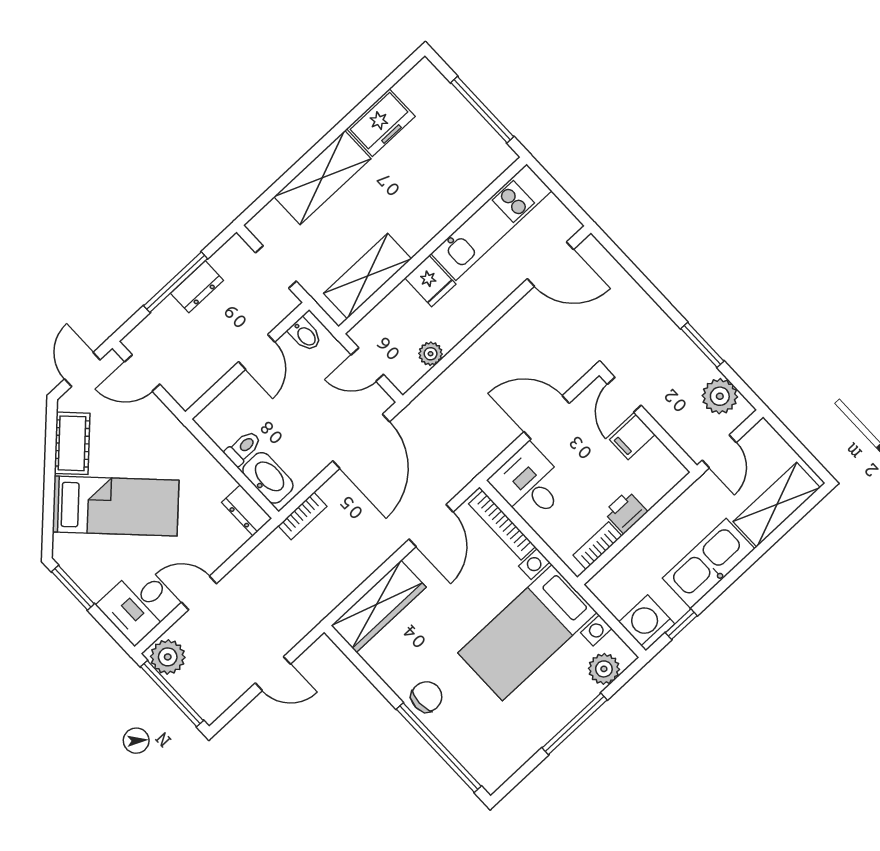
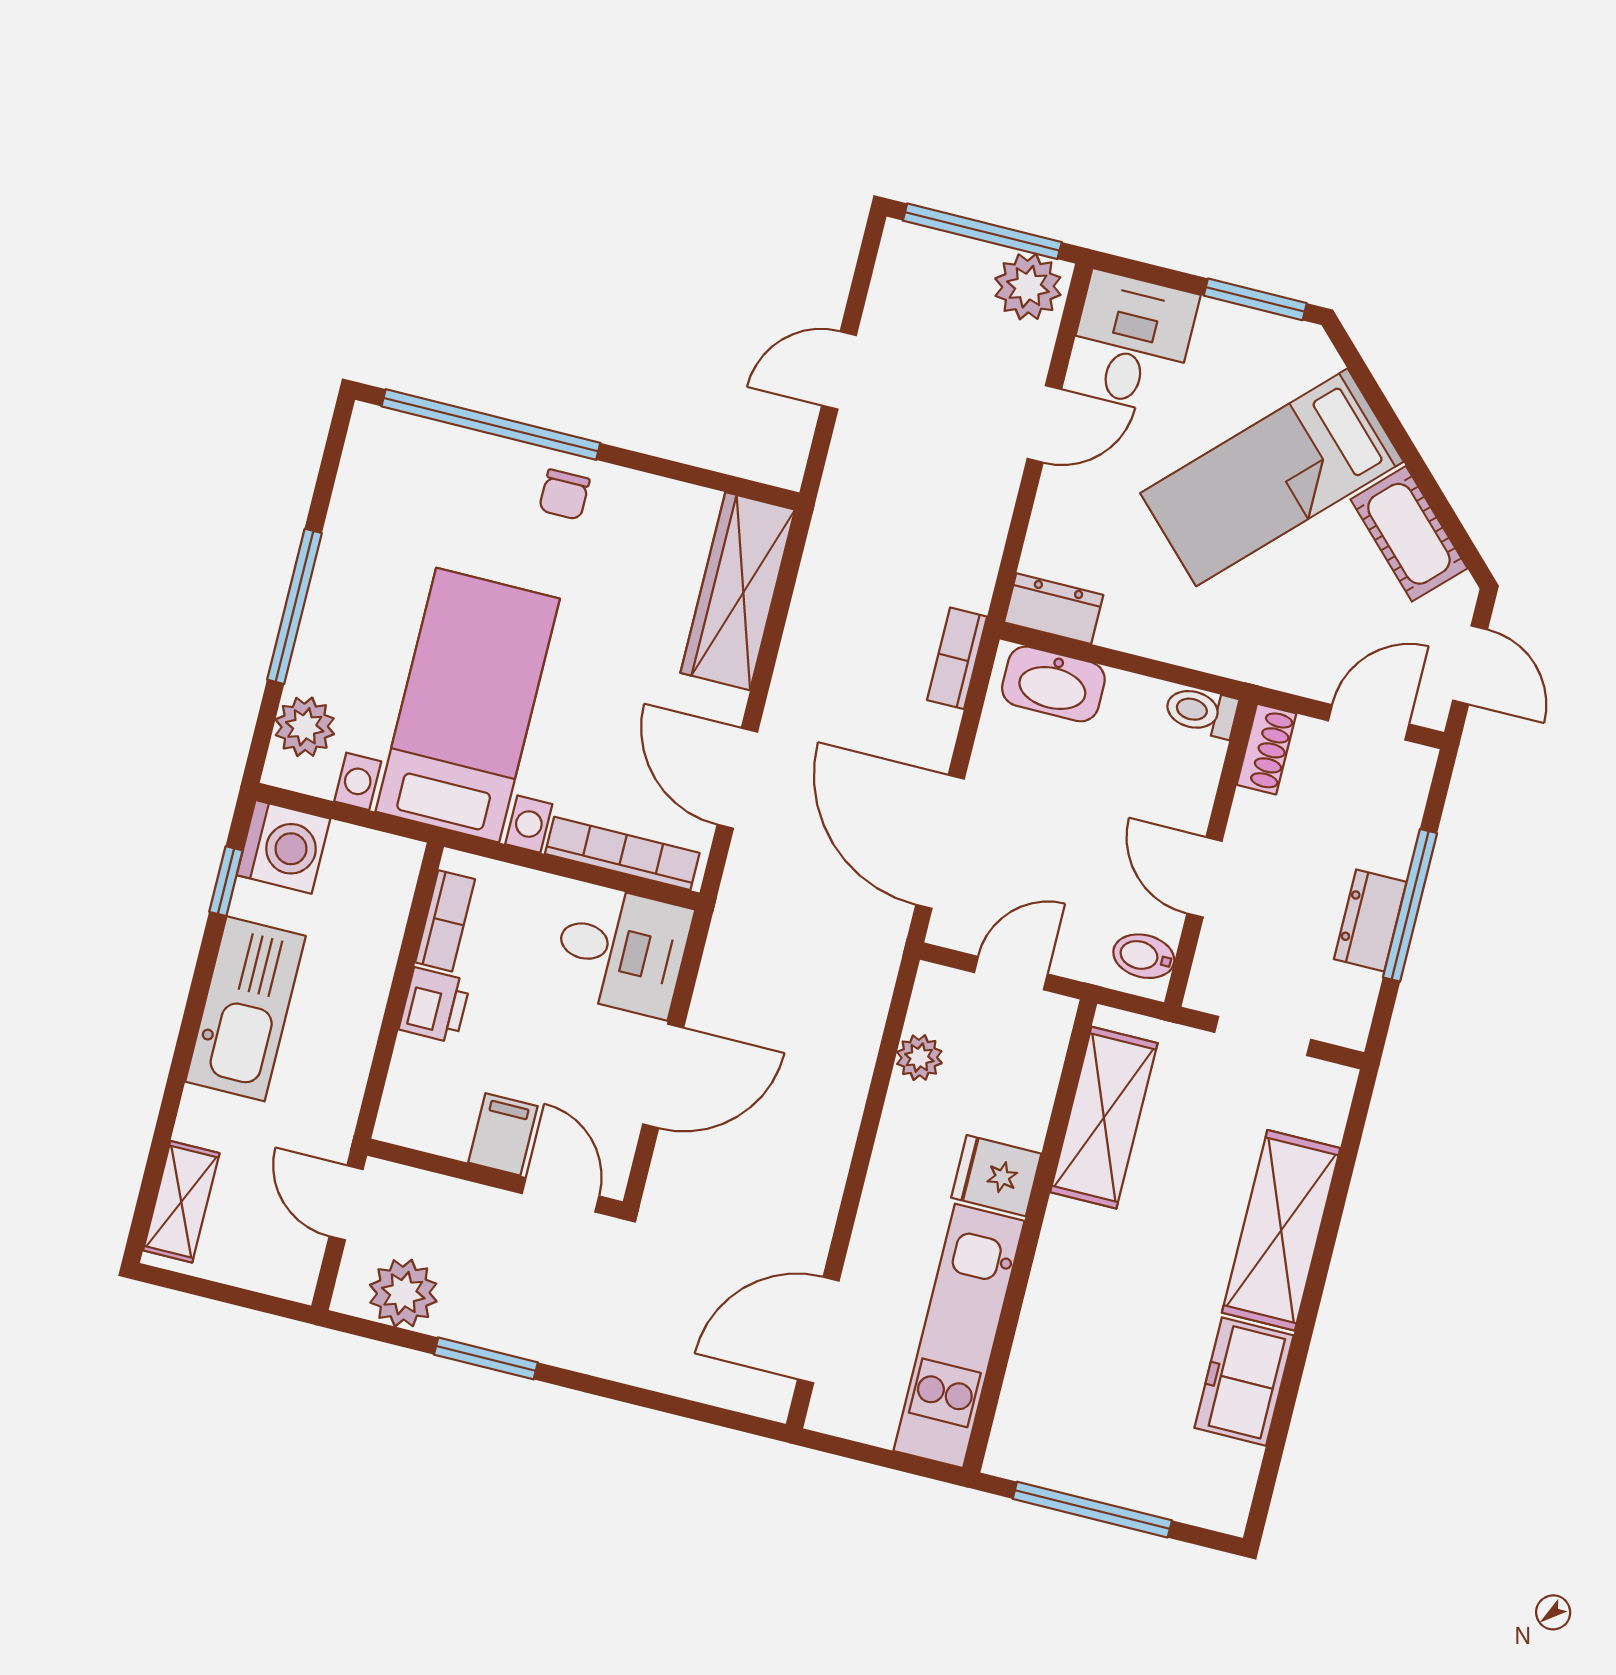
shoe rack: (194, 390) -> (1266, 749), added
toilet: (243, 448) -> (1201, 712), moved, turned 90
shelving: (777, 505) -> (181, 1202), width x0.67, depth x0.75
chair: (427, 697) -> (564, 495), width x0.73, depth x0.73

